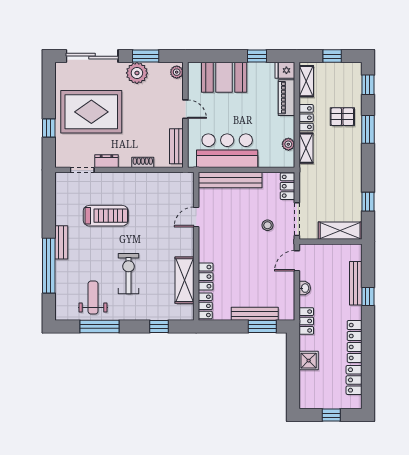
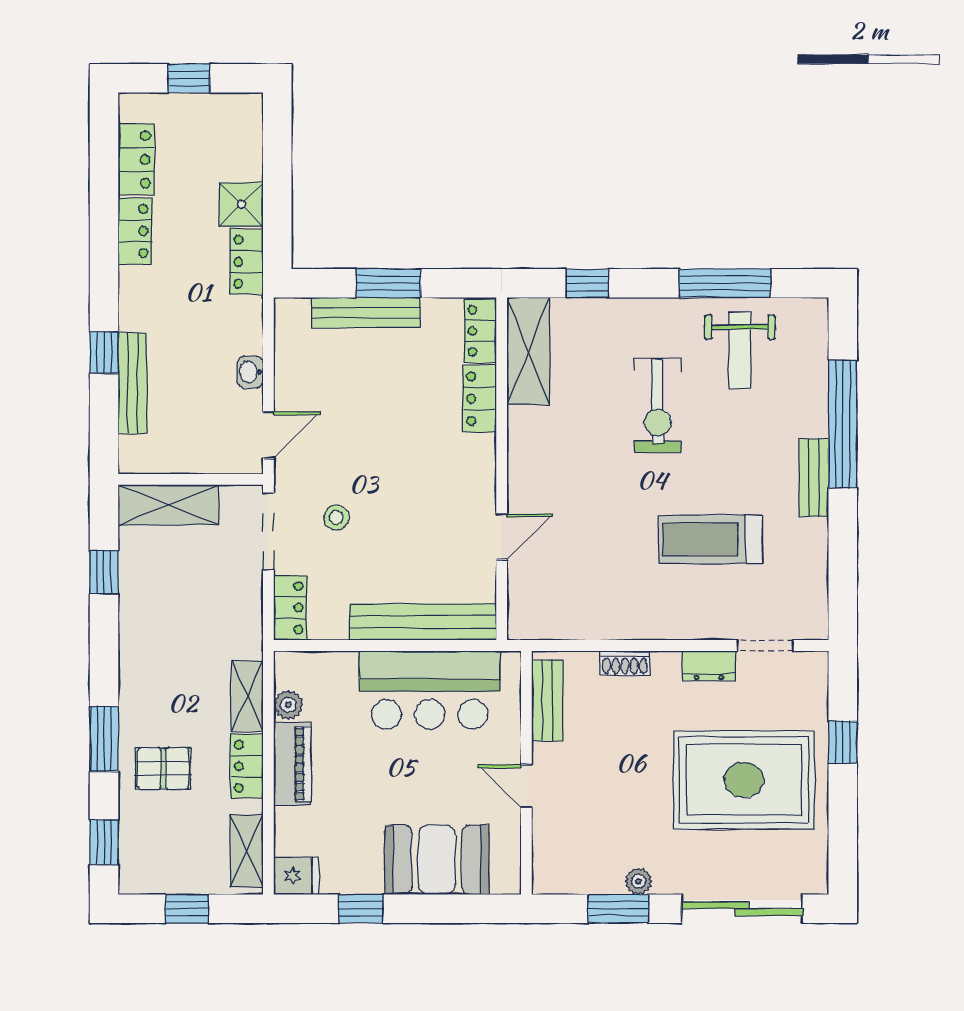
plant: (177, 72) -> (546, 872), removed
plant: (137, 73) -> (638, 881), width x0.53, depth x0.53
piano: (287, 98) -> (292, 764), moved
shelving: (184, 280) -> (528, 351), moved
locker: (306, 321) -> (247, 262), moved
window: (262, 326) -> (388, 283), moved
locker: (355, 341) -> (135, 231), width x0.66

